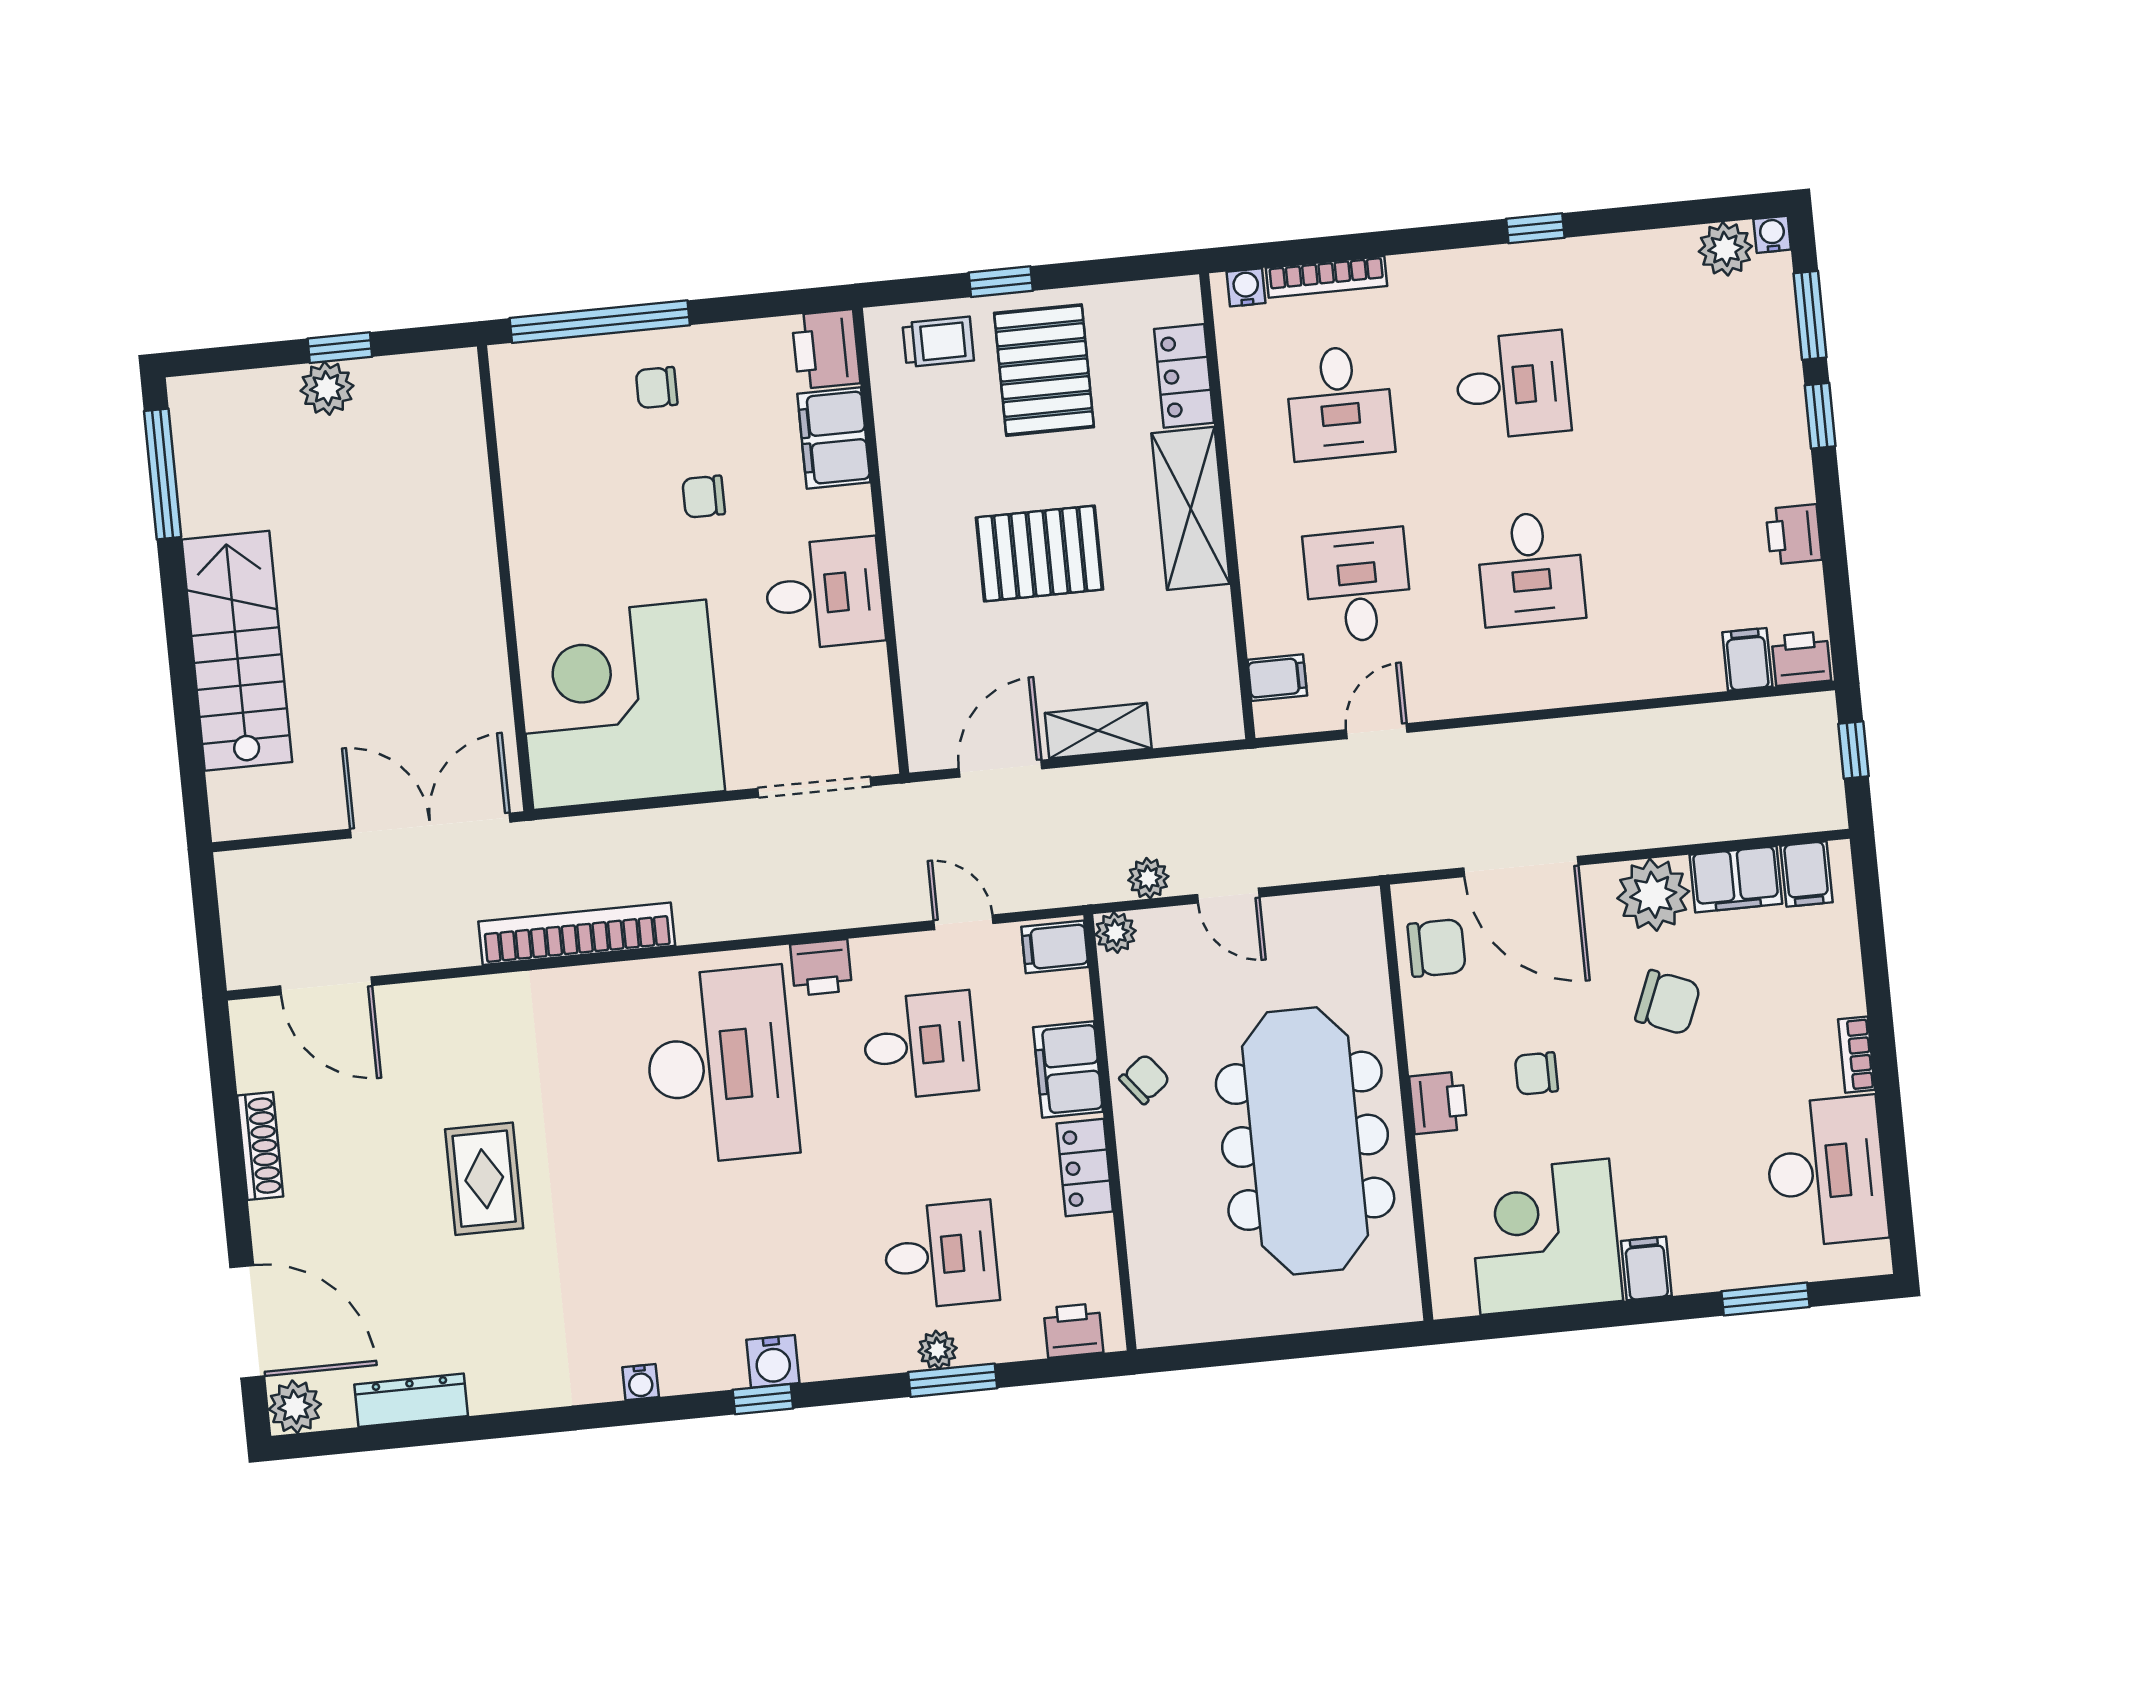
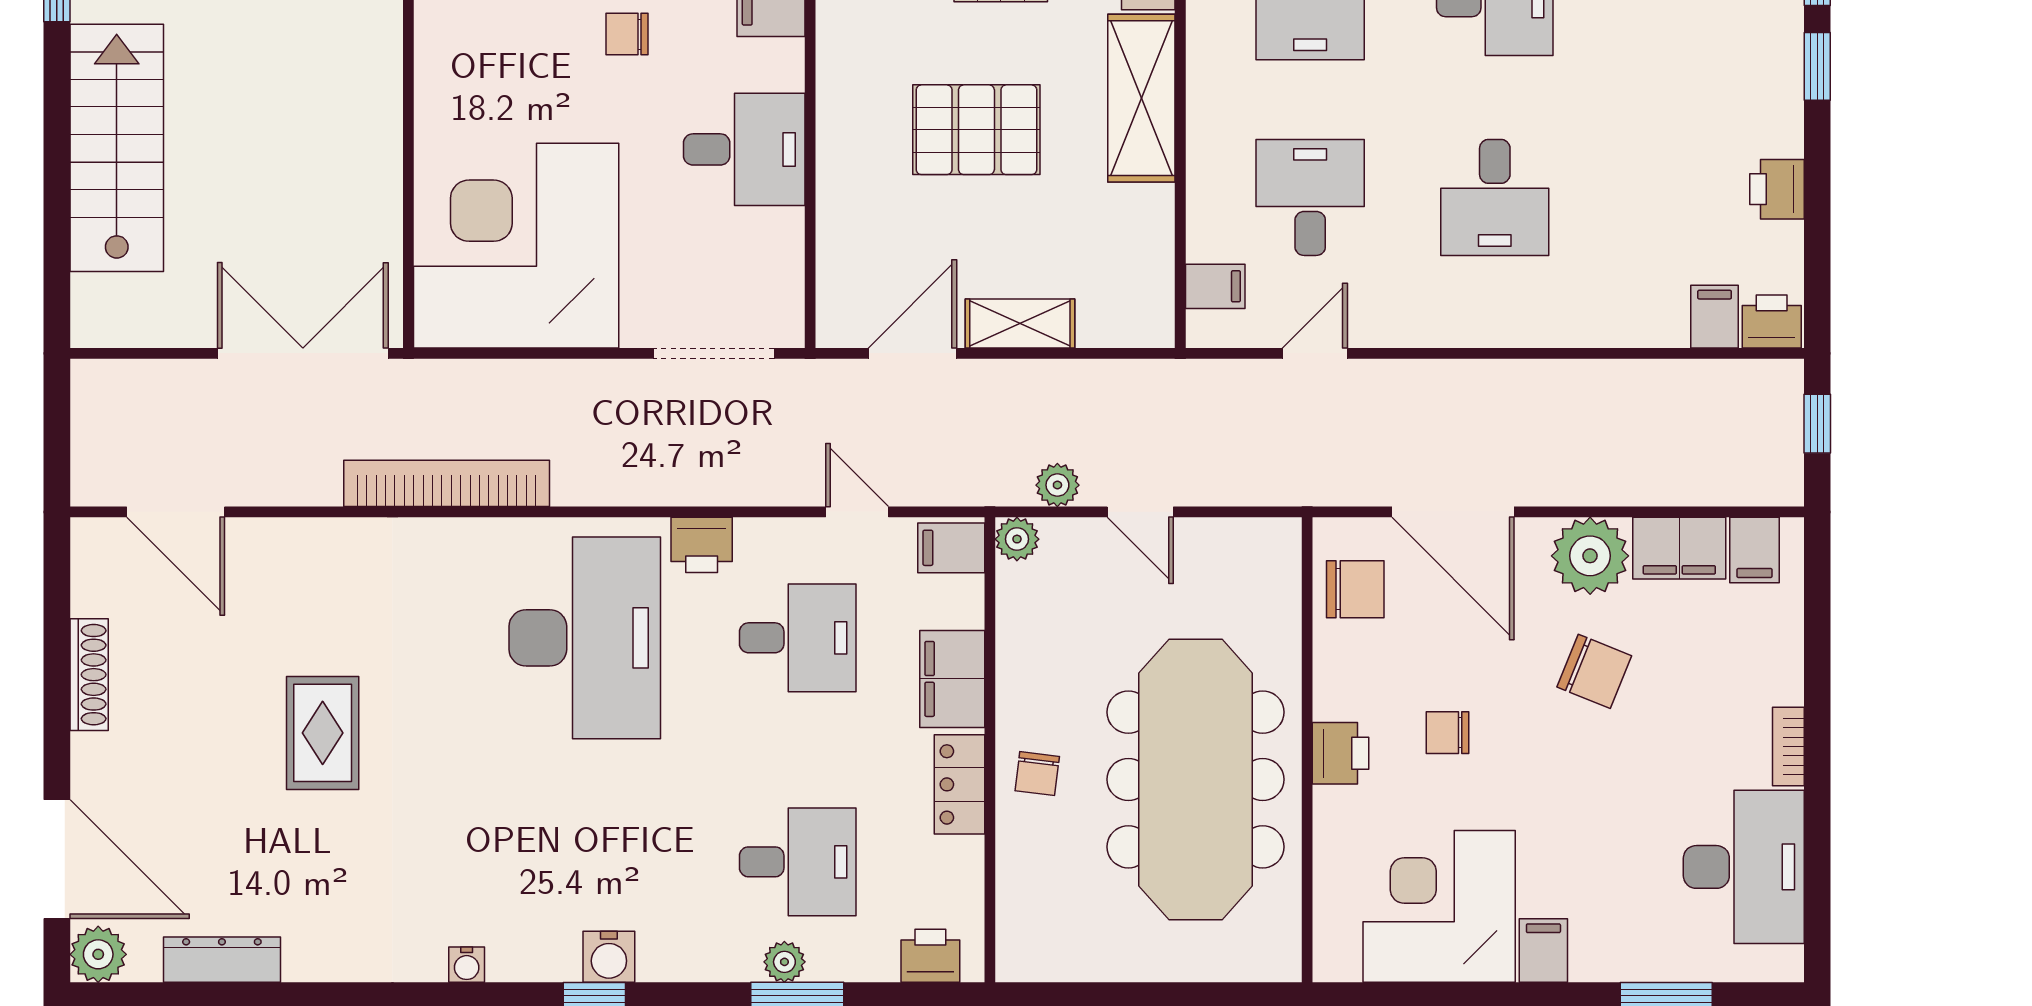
chair: (1145, 1079) -> (1037, 774), moved, turned 135

